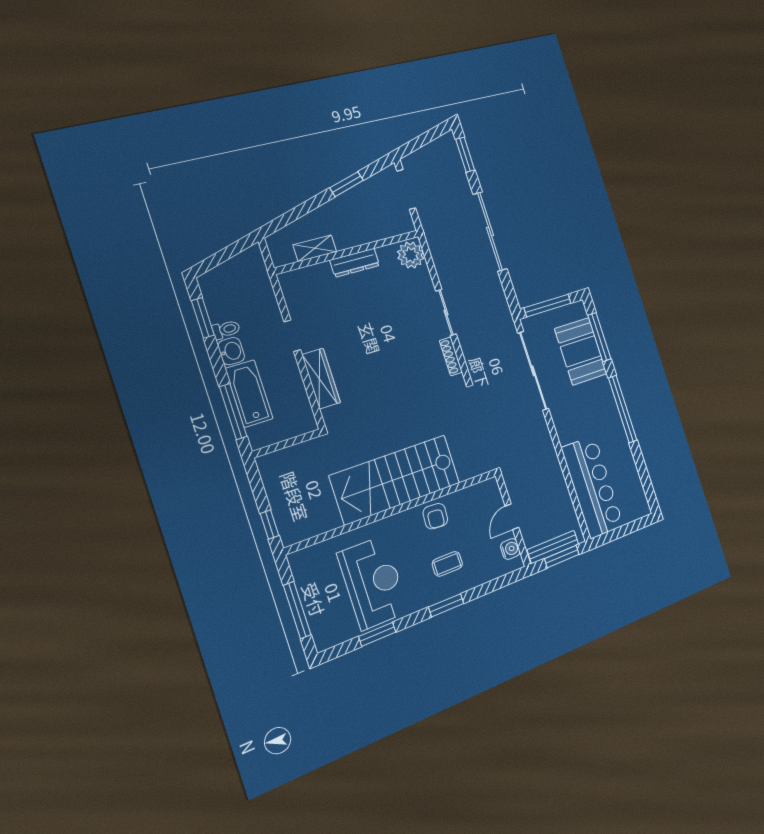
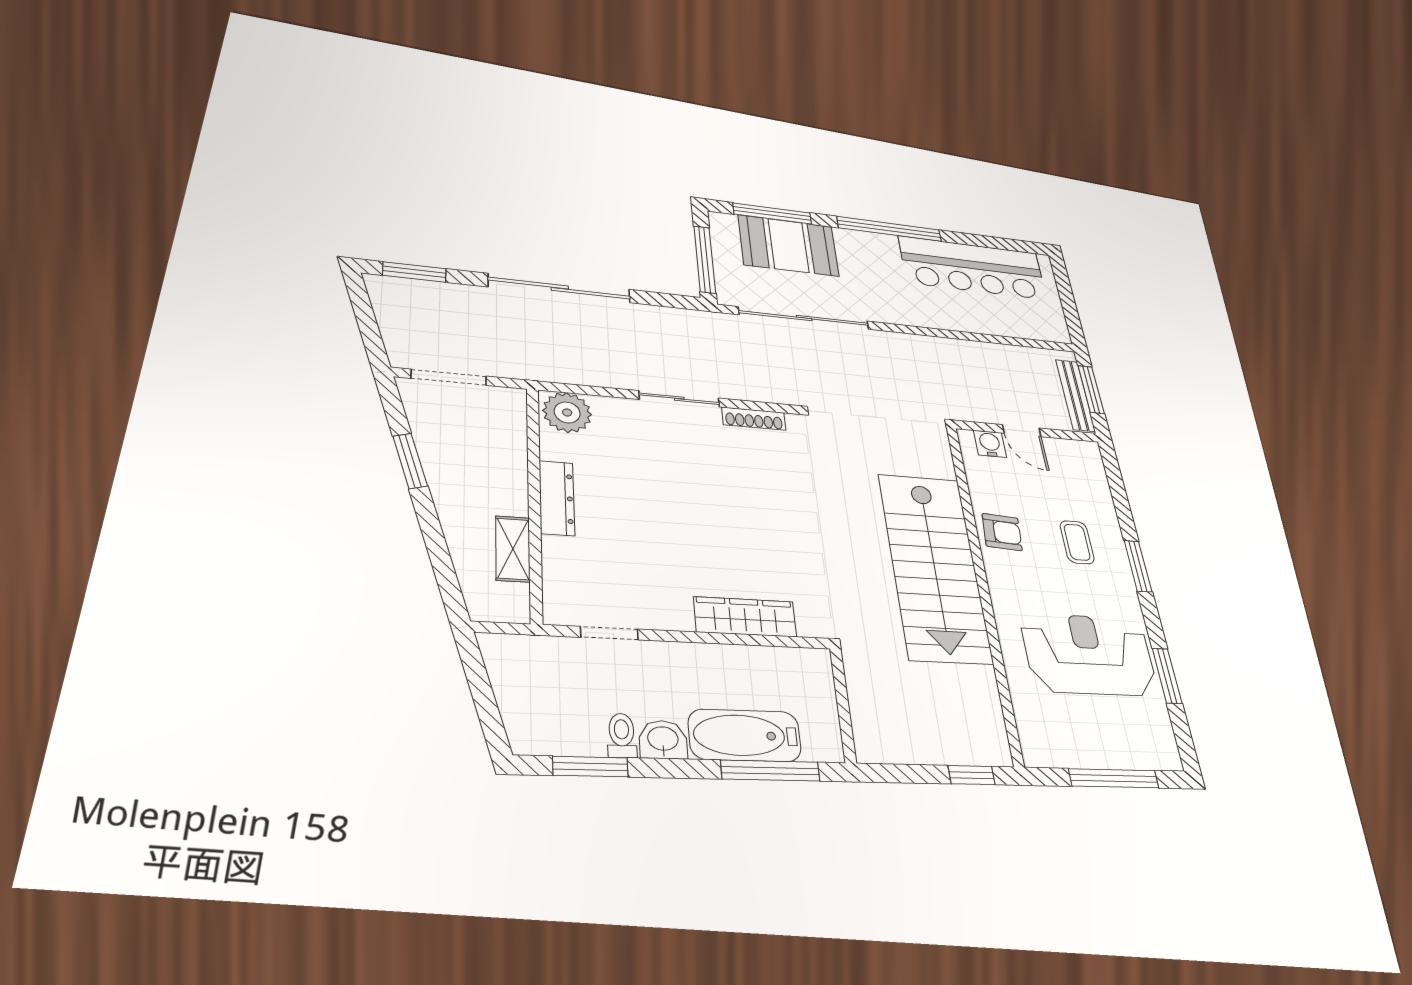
doorway: (292, 336) -> (609, 633), moved
bar counter: (592, 487) -> (973, 268), moved, turned 180
water cooler: (510, 549) -> (990, 444), moved

